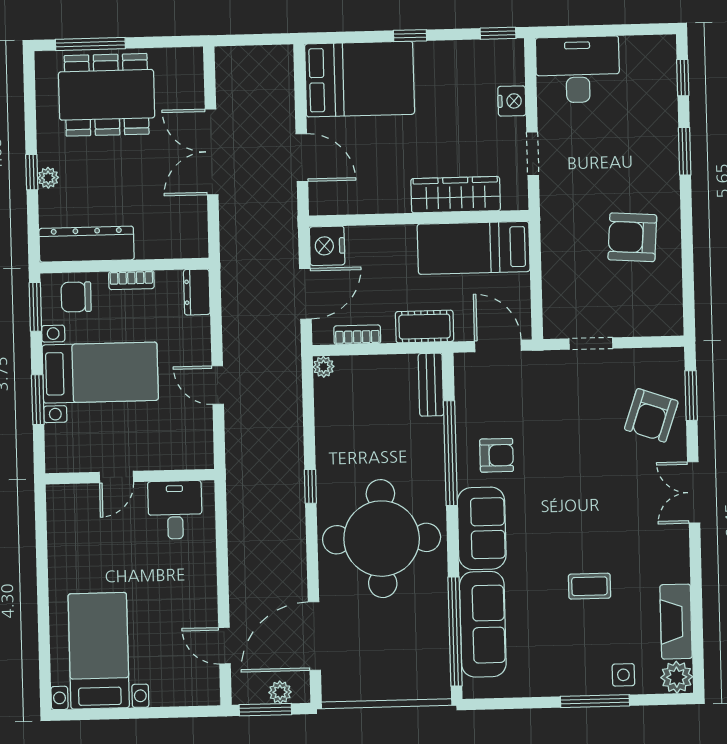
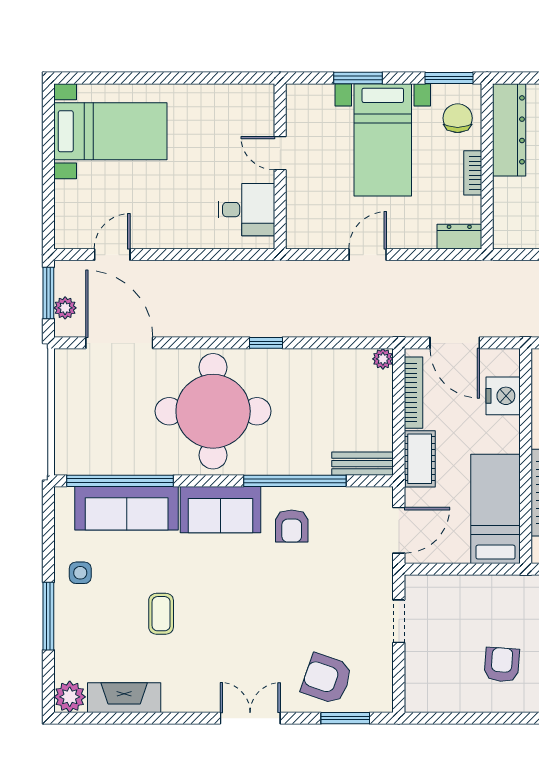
armchair: (632, 237) -> (502, 665), width x0.72, depth x0.72
nightstand: (327, 246) -> (503, 396), moved, turned 90
bookcase: (357, 335) -> (413, 393), width x1.56
side table: (623, 675) -> (80, 573), moved

